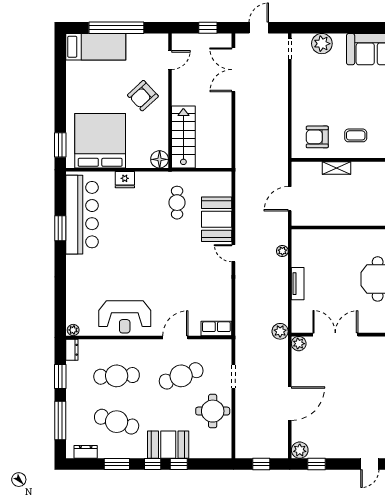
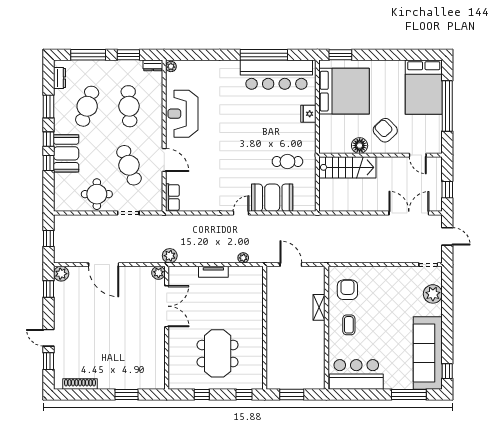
bed: (96, 47) -> (424, 87), width x1.50
floor lamp: (160, 159) -> (360, 146), moved
window: (60, 228) -> (264, 55), width x2.11

